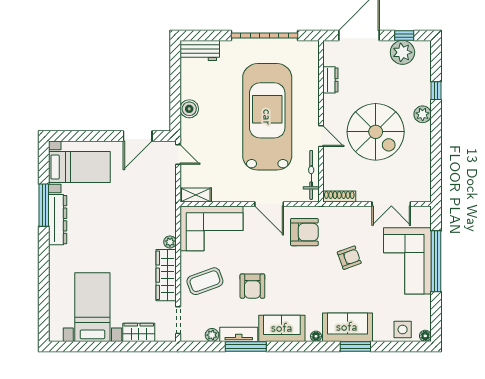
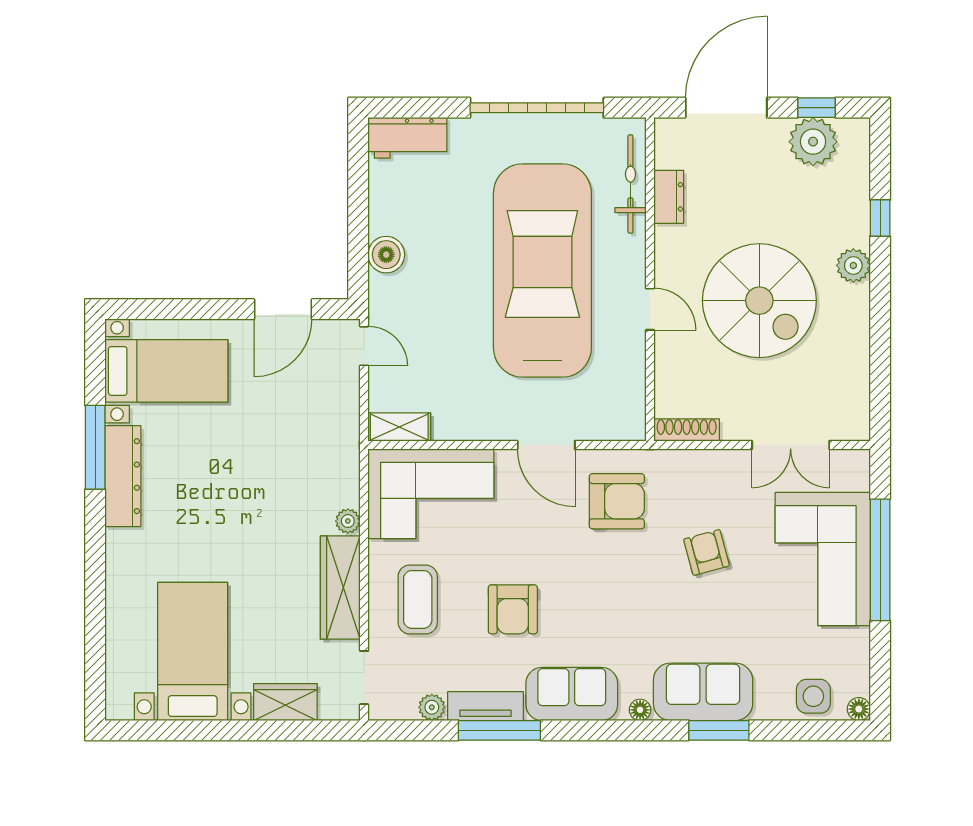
bicycle: (311, 175) -> (630, 184), moved
armchair: (349, 258) -> (707, 552), turned -85
coffee table: (205, 281) -> (418, 599), turned -70

